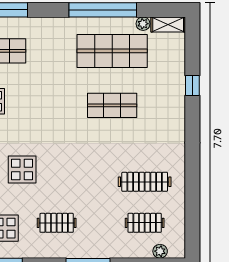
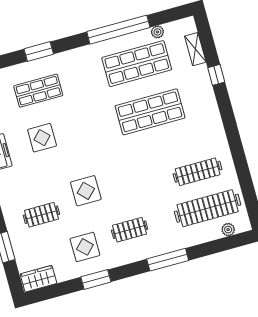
shelving: (168, 24) -> (195, 49), moved, turned 90
shop shelf: (112, 105) -> (150, 112), width x1.43, depth x1.36
clothes rail: (145, 223) -> (208, 208), width x1.86, depth x1.31

